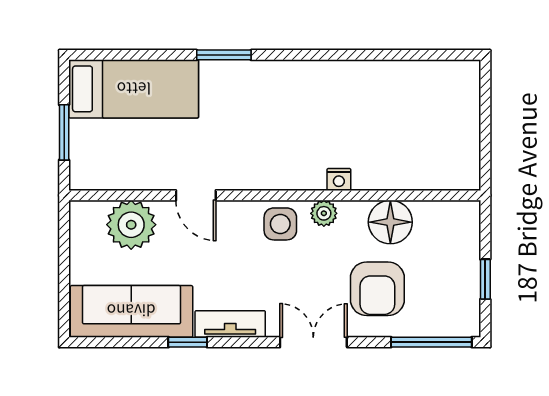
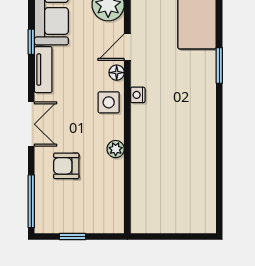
nightstand: (339, 179) -> (138, 95), moved
plant: (324, 213) -> (116, 149), moved
floor lamp: (390, 222) -> (117, 73), moved, width x0.53, depth x0.53
armchair: (377, 289) -> (66, 166), width x0.72, depth x0.72

